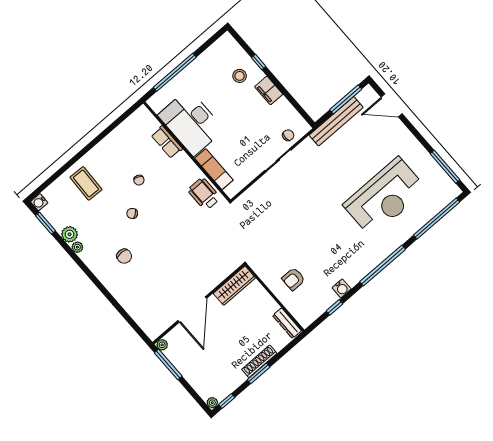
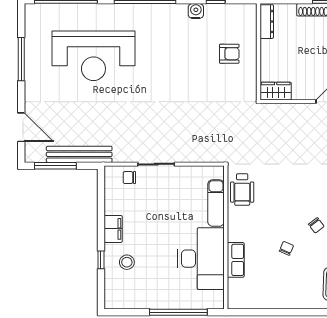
window: (445, 167) -> (21, 59), moved
reception desk: (385, 197) -> (93, 56), turned 180
wardrobe: (234, 286) -> (276, 91), width x0.67

